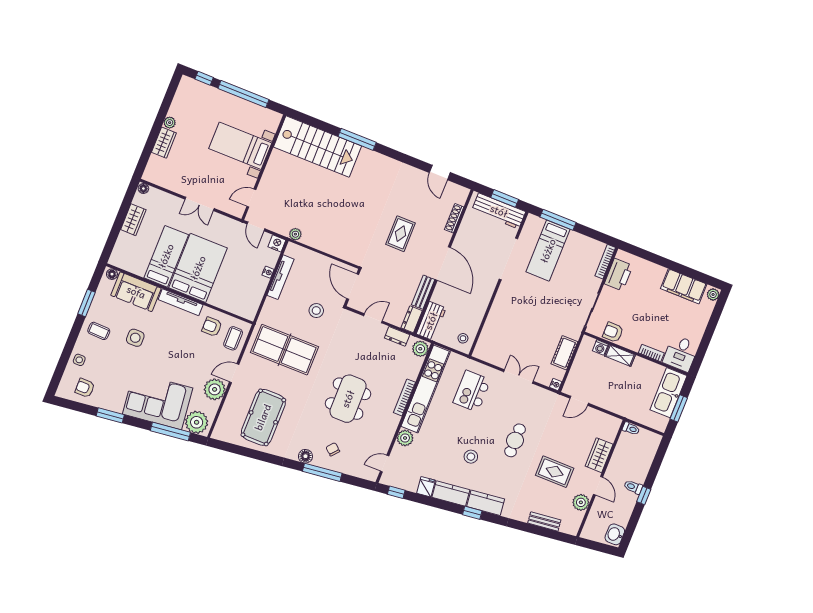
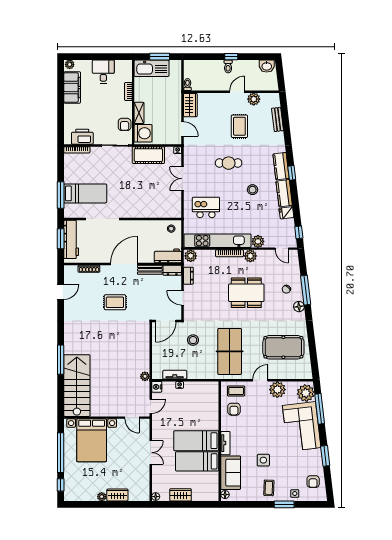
bed with nightstands: (240, 146) -> (92, 440), width x1.36
bed: (198, 268) -> (196, 441), width x0.67
tv unit: (280, 277) -> (175, 375), width x0.71
tv unit: (181, 302) -> (225, 443), width x0.71
window: (87, 303) -> (284, 504), moved
washing machine: (600, 347) -> (143, 133), width x1.89, depth x1.89
cot: (564, 353) -> (148, 155), width x1.37, depth x1.34
desk: (681, 353) -> (103, 72), moved, turned -90
door: (234, 373) -> (260, 380), swing flipped
kitchen island: (472, 391) -> (206, 207), turned 180
plant: (391, 422) -> (250, 256), added
wardrobe: (599, 455) -> (190, 105), moved, turned -90

